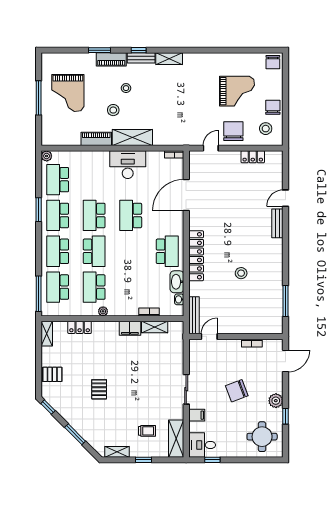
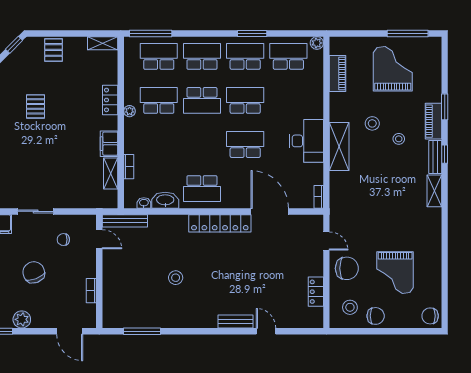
grand piano: (68, 93) -> (393, 69), turned 90
window: (39, 98) -> (408, 33), moved
piano: (96, 139) -> (338, 73), moved
locker: (196, 256) -> (220, 223), moved
locker: (80, 327) -> (110, 100), moved
chair: (209, 366) -> (63, 240), added
pallet: (99, 389) -> (36, 106), turned 90

